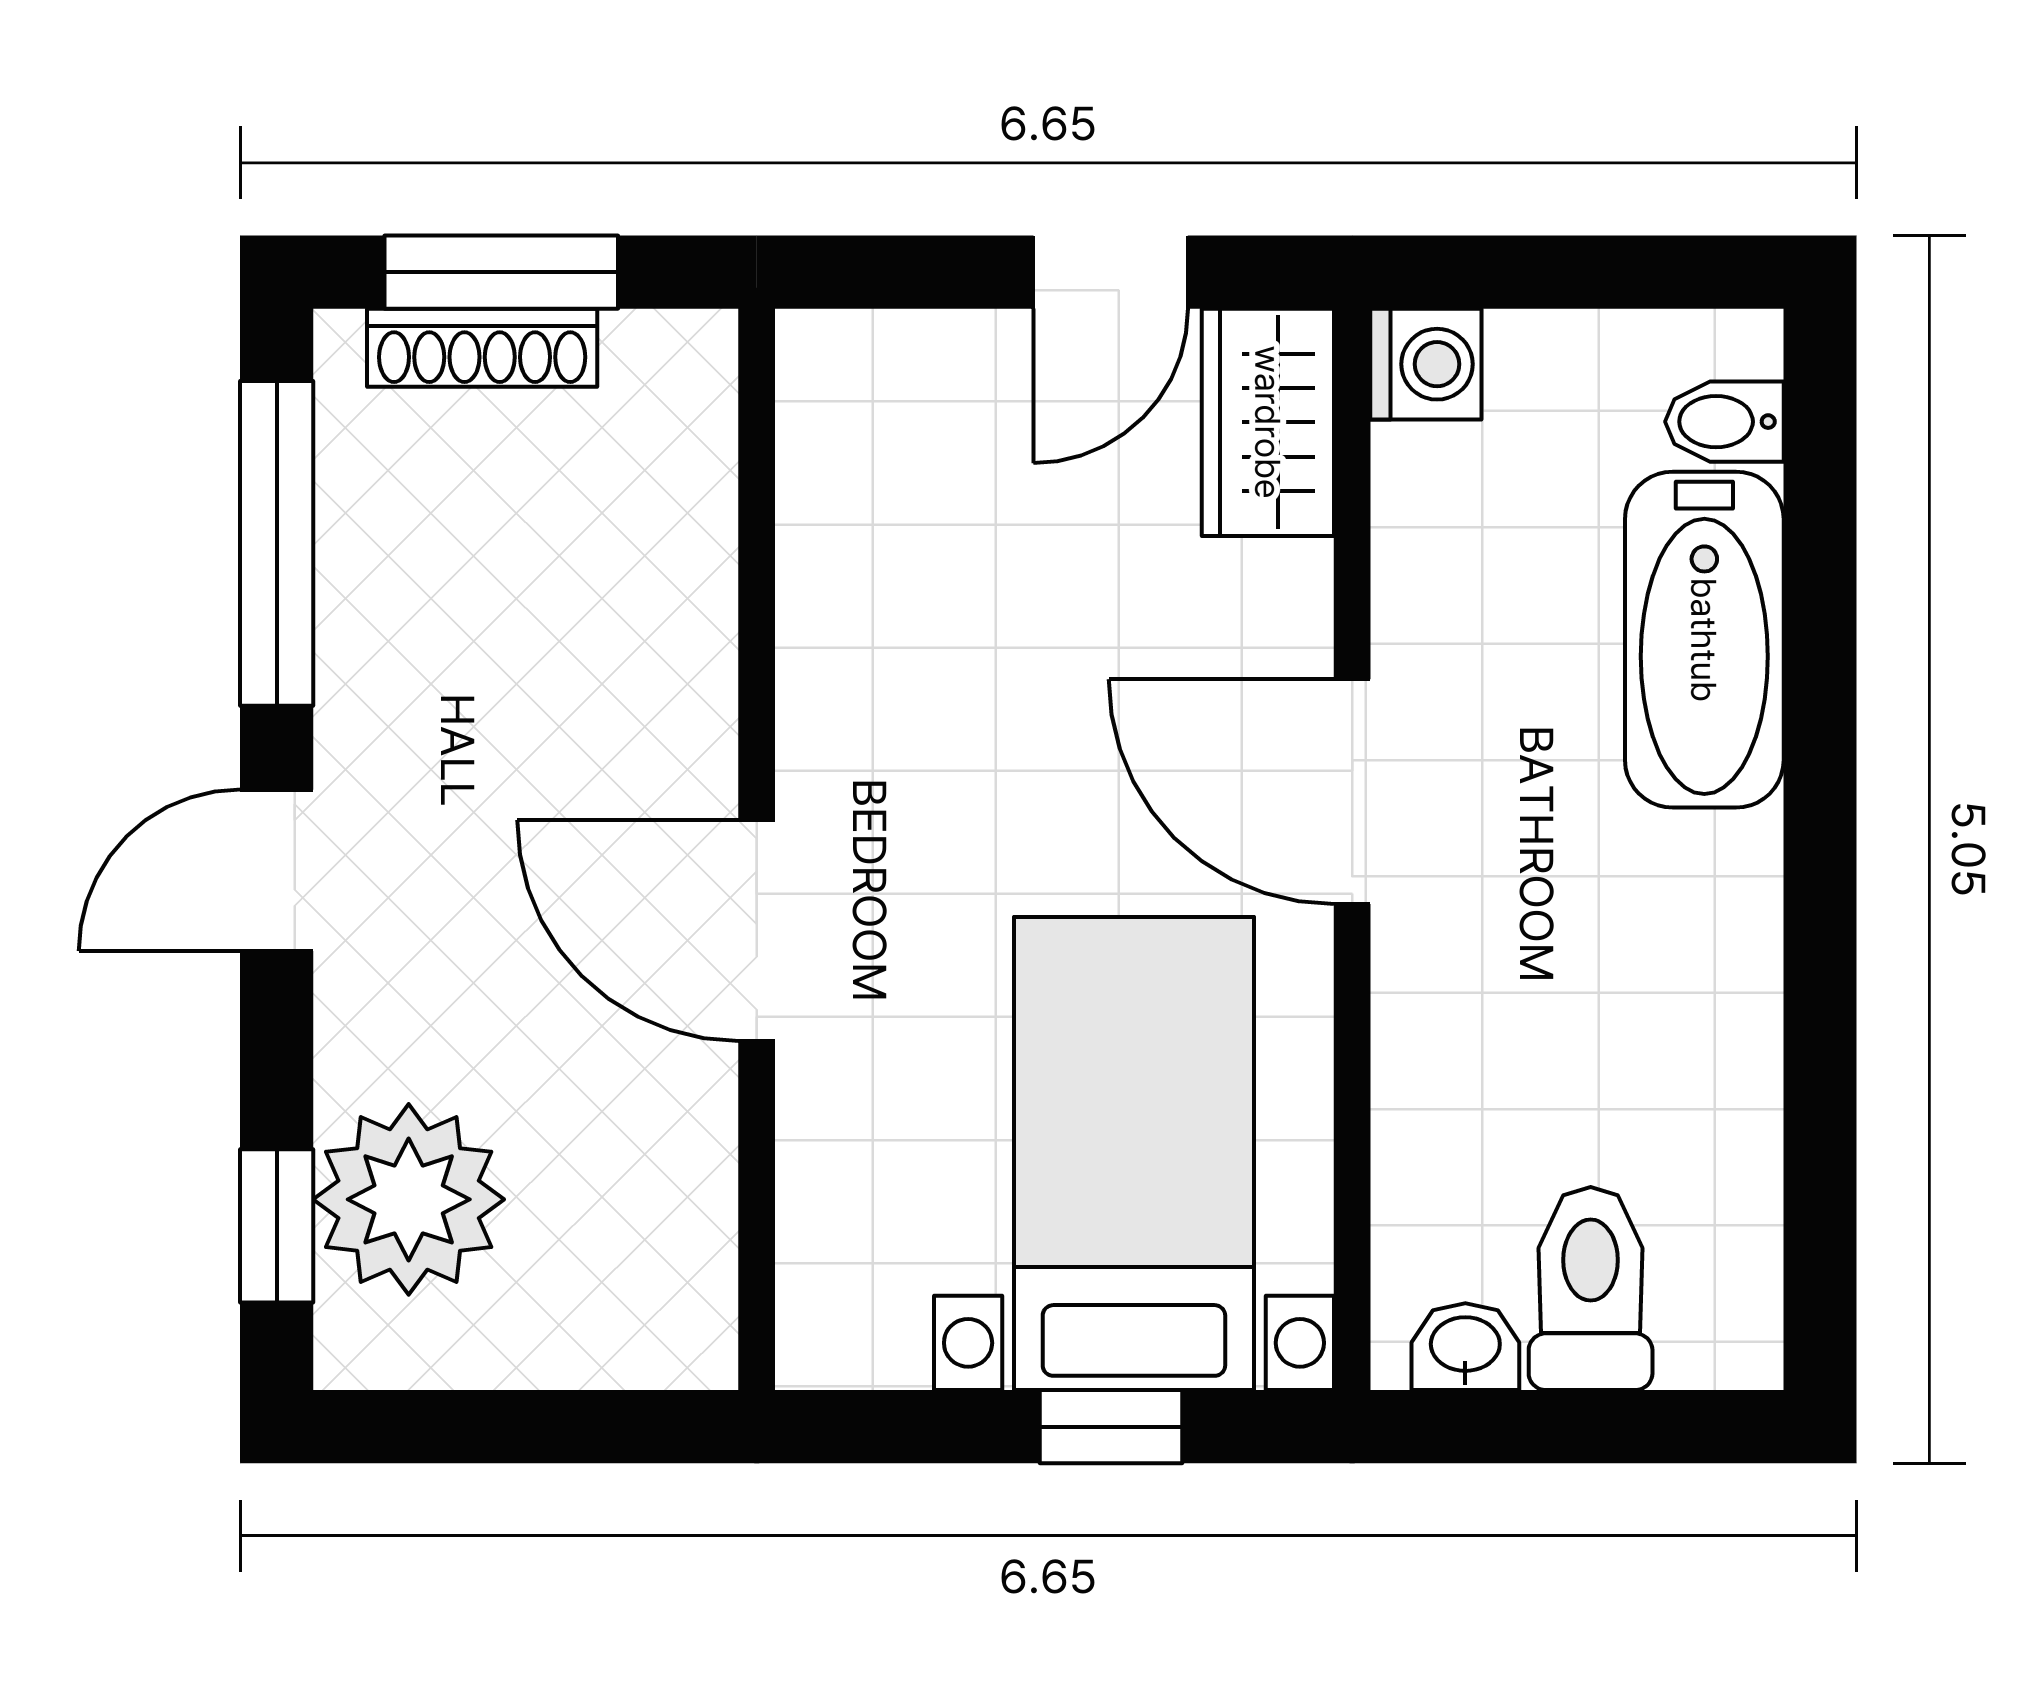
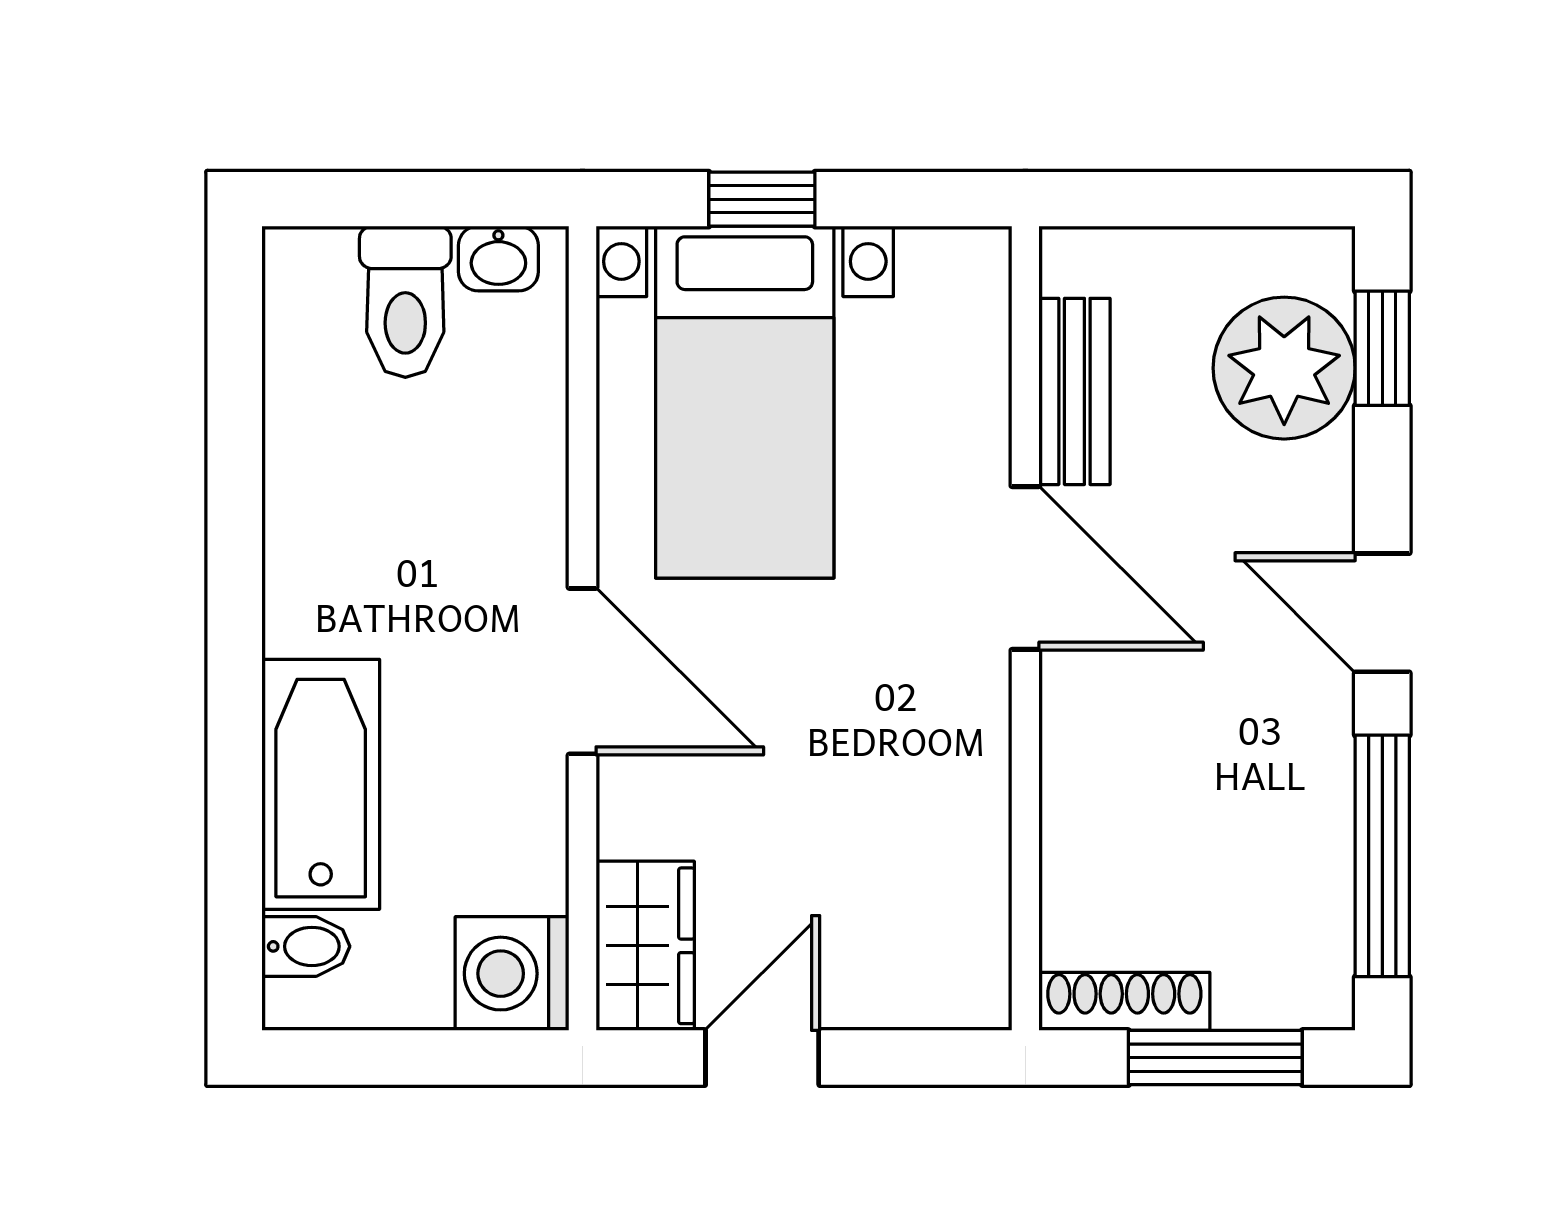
shoe rack: (482, 348) -> (1124, 1001), moved
washing machine: (1426, 364) -> (512, 974), width x1.38, depth x1.38
door: (277, 870) -> (1382, 613), swing flipped
bench: (691, 1168) -> (1074, 391), added

